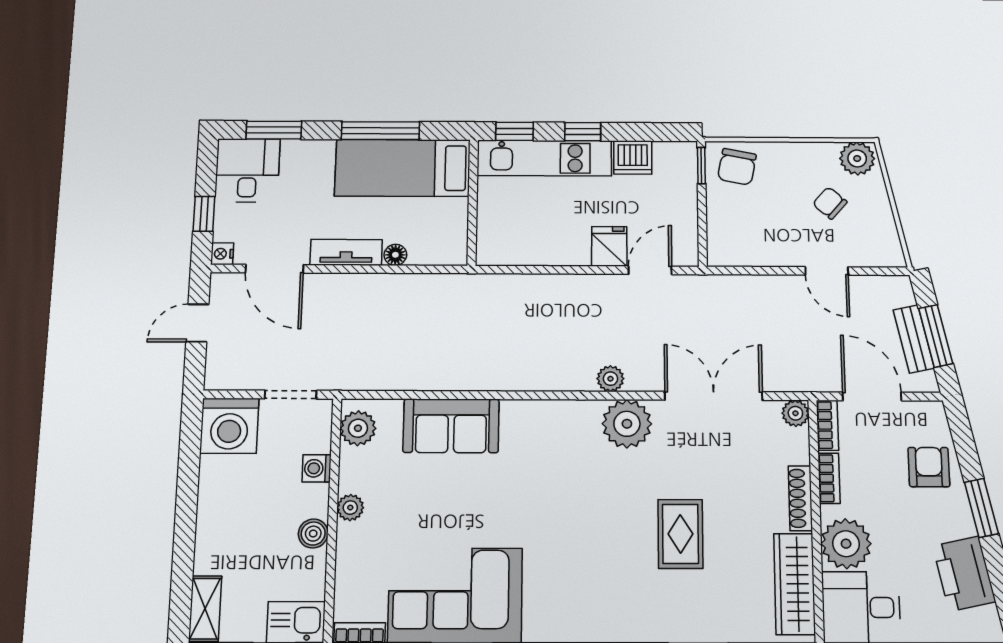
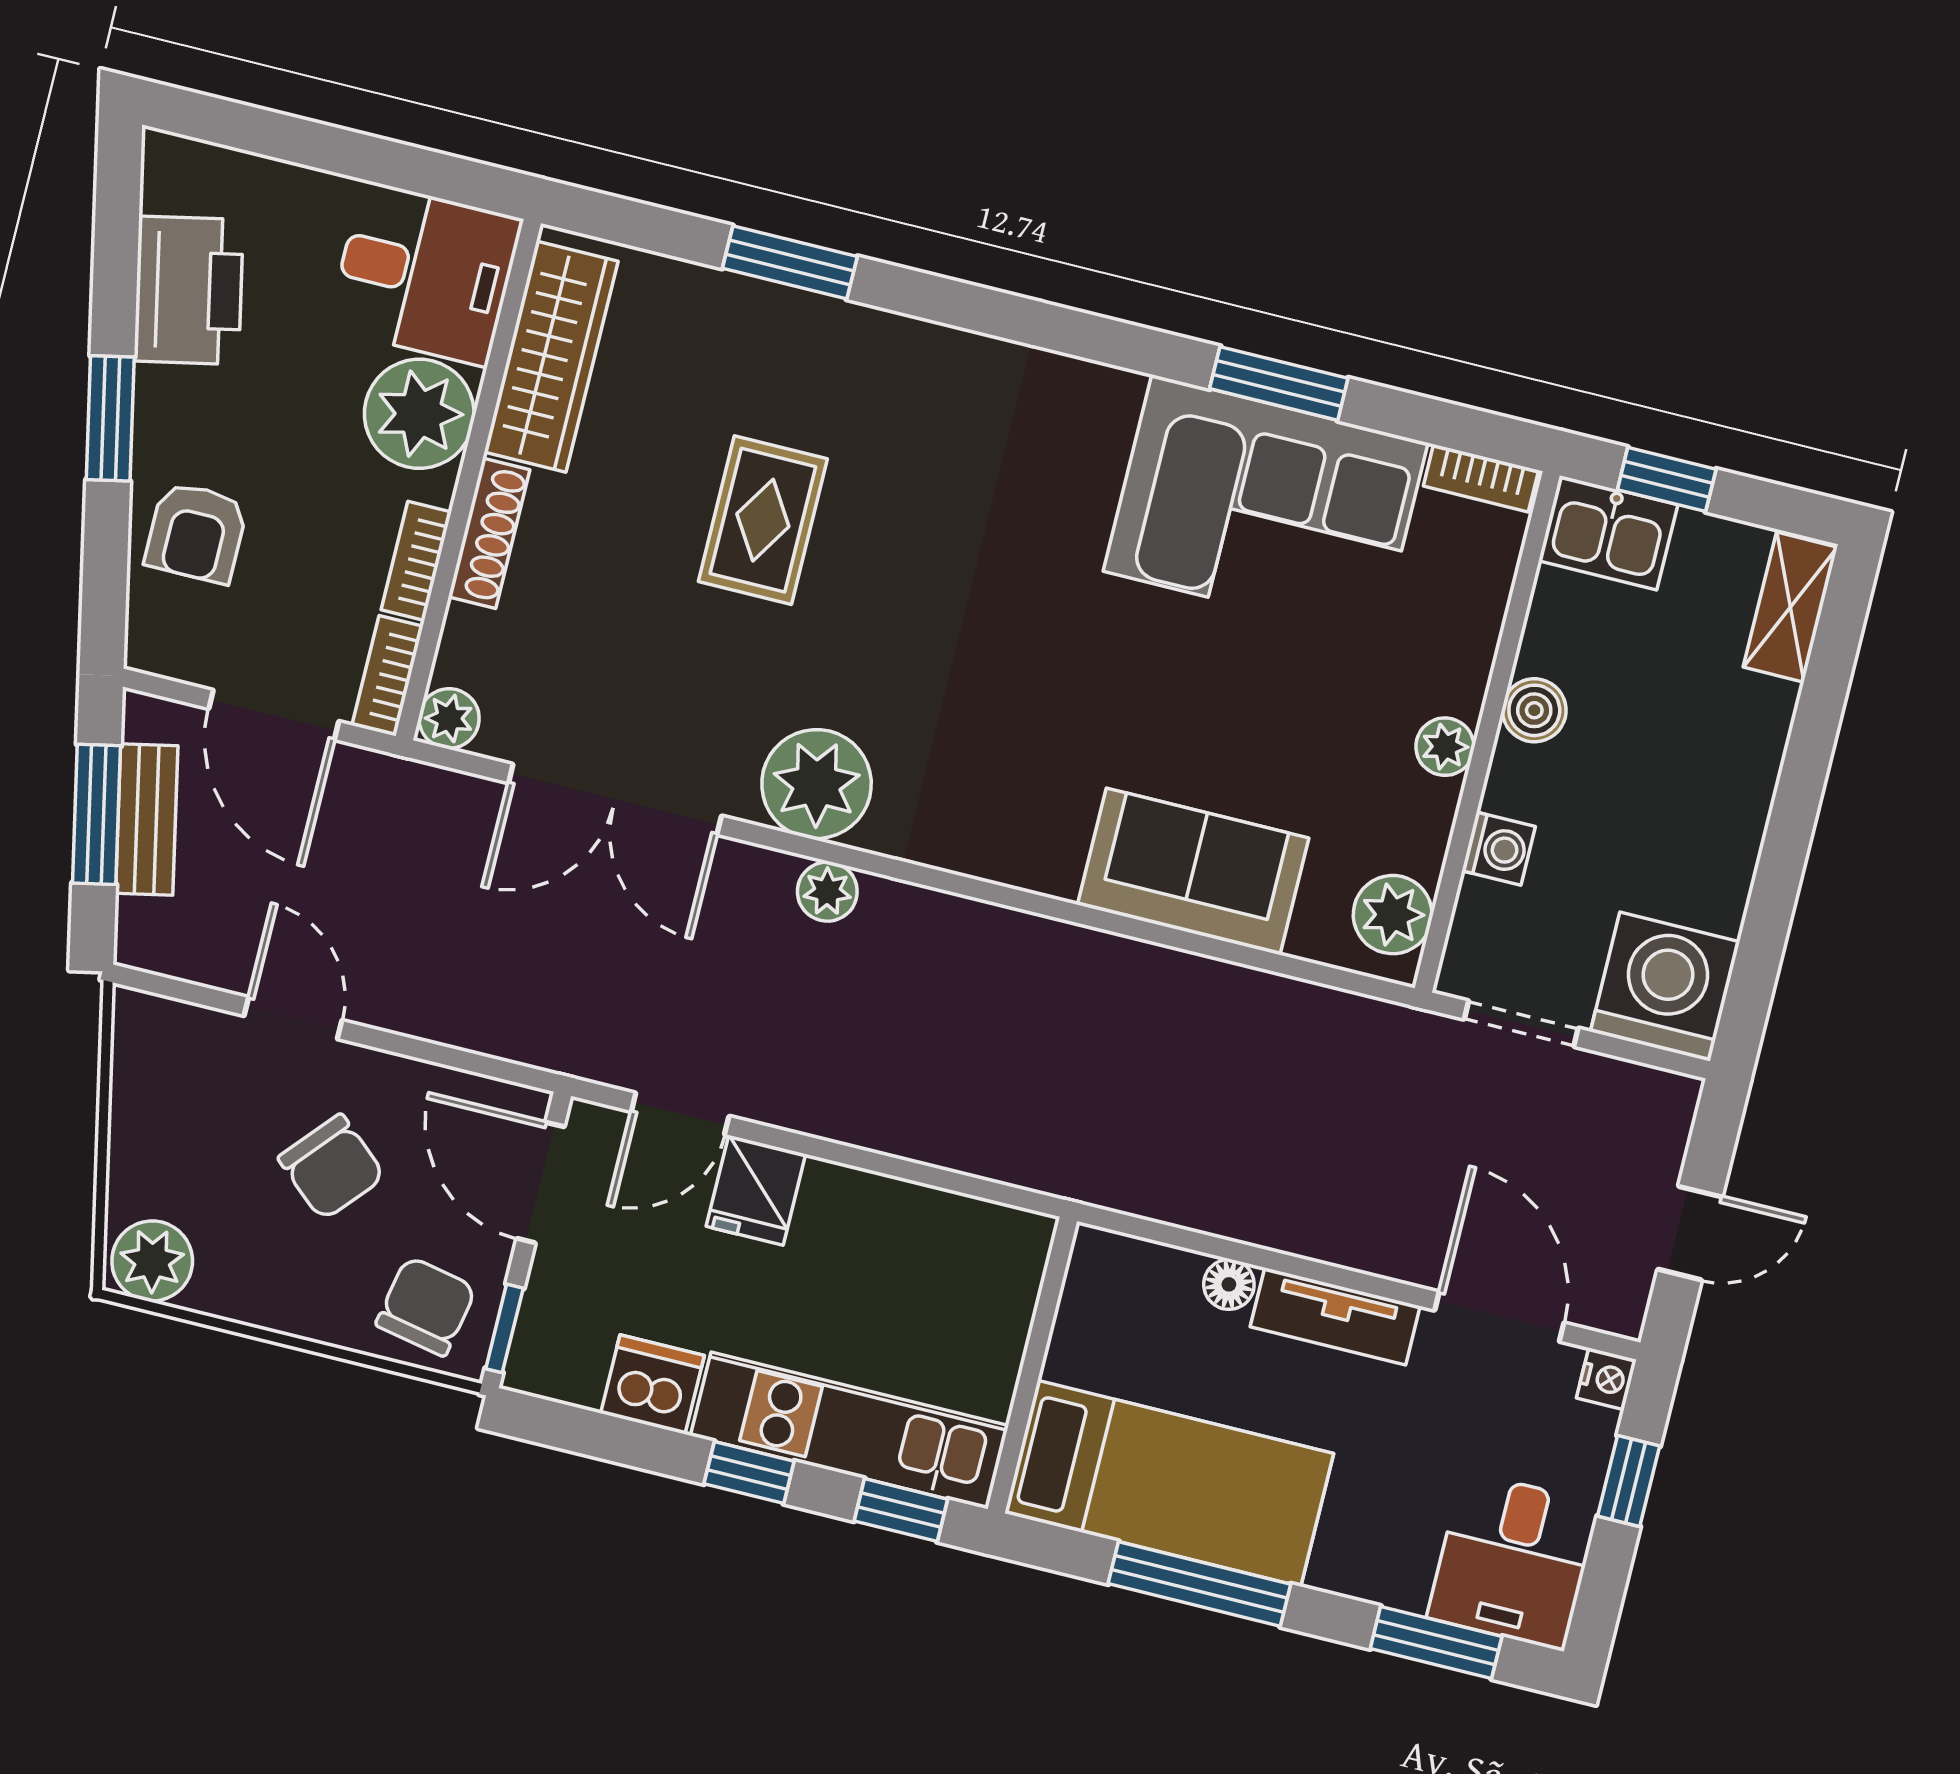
chair: (830, 203) -> (332, 1167), moved, width x1.37, depth x1.37
door: (702, 228) -> (540, 1183), added

